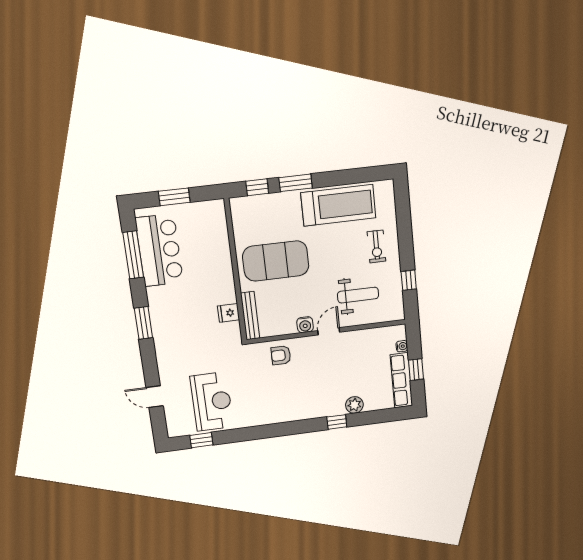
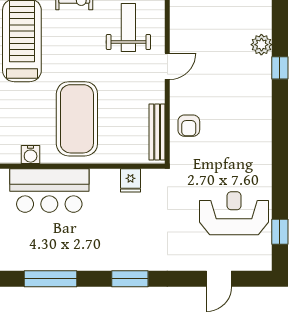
bar counter: (159, 250) -> (49, 190), moved, turned 180
bench: (250, 316) -> (157, 132), moved, turned 90
water cooler: (305, 325) -> (31, 155), moved, turned 90
door: (329, 331) -> (167, 66), swing flipped

